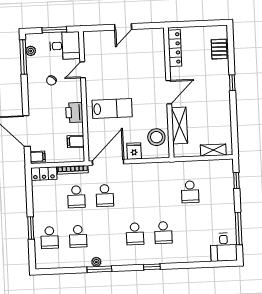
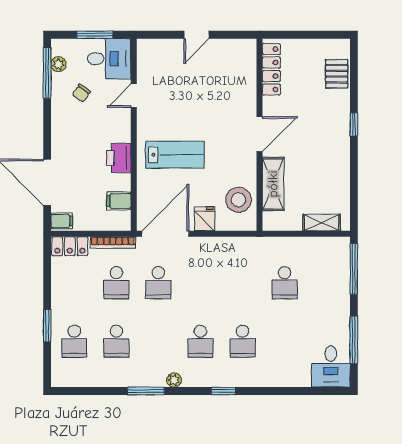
chair: (51, 80) -> (81, 93), moved
window: (236, 181) -> (354, 269), width x2.17
plant: (96, 262) -> (174, 380), moved

